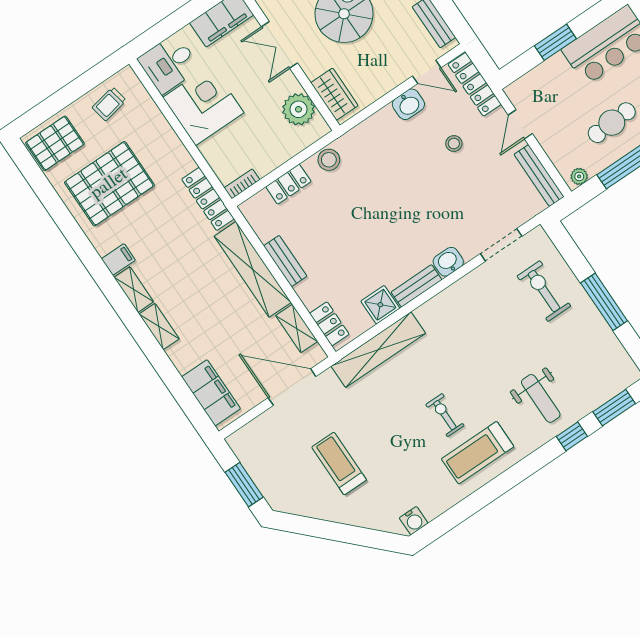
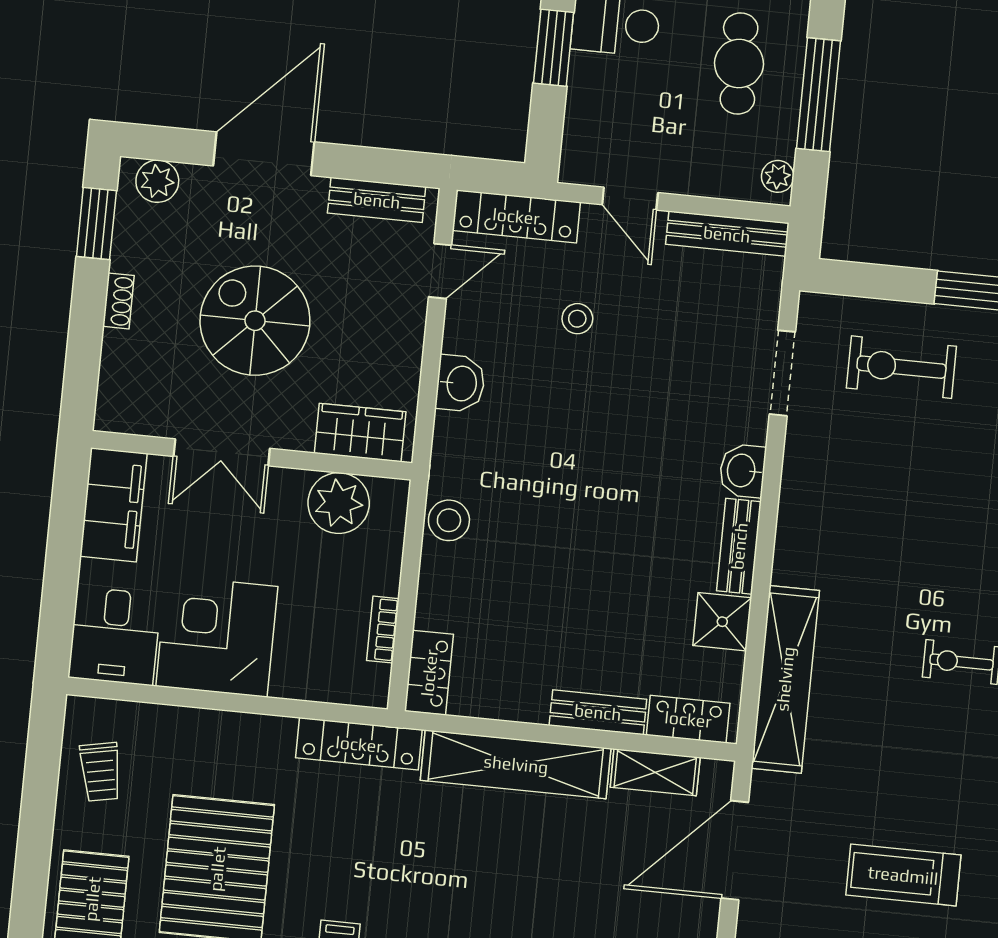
washbasin: (408, 104) -> (460, 383), moved
bookcase: (242, 184) -> (383, 630), moved
locker: (288, 184) -> (429, 673), moved
bench: (285, 261) -> (598, 712), moved

